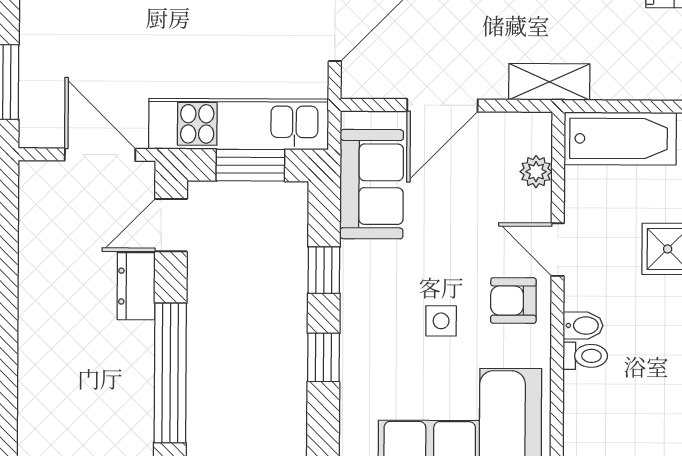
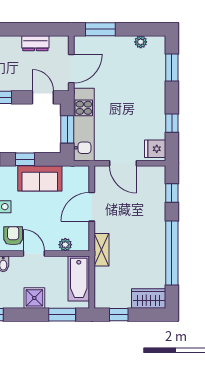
door: (442, 105) -> (92, 207), hinge flipped
sofa: (372, 184) -> (40, 178), moved
door: (558, 250) -> (34, 254), hinge flipped
dresser: (136, 286) -> (35, 43), moved, turned 180

